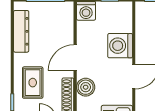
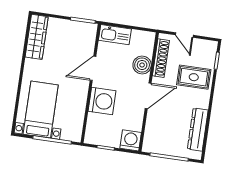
rug: (33, 83) -> (194, 77), turned 90

